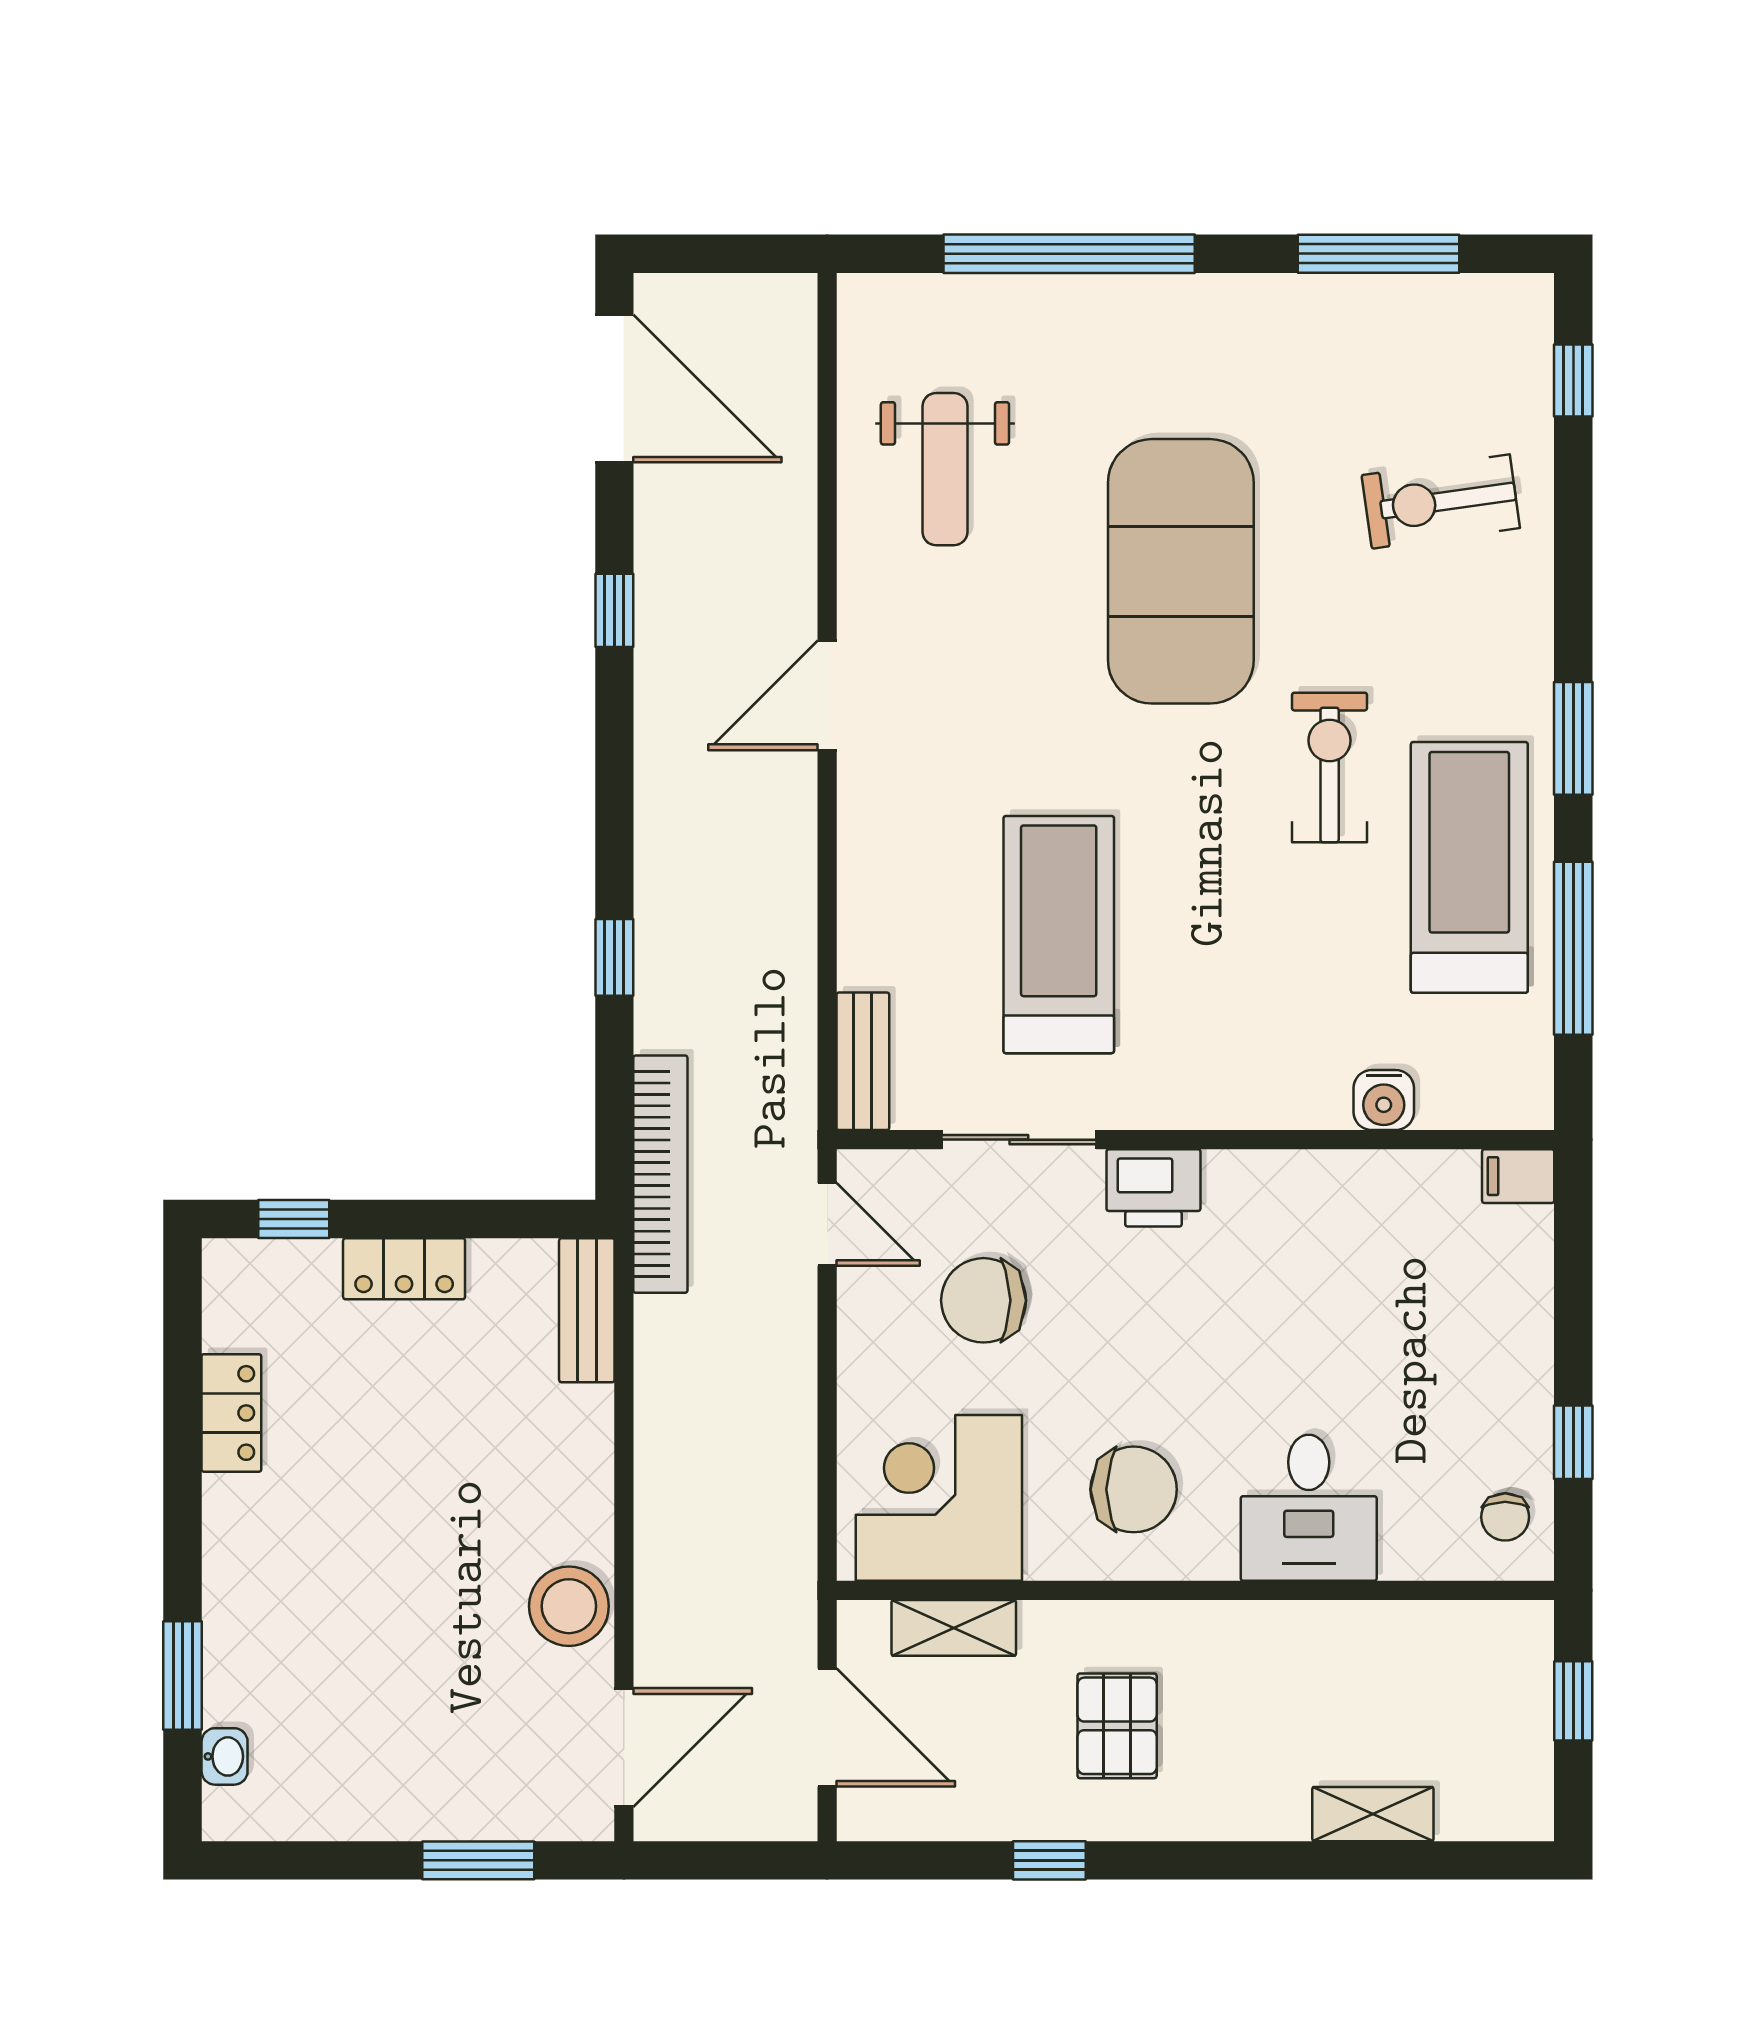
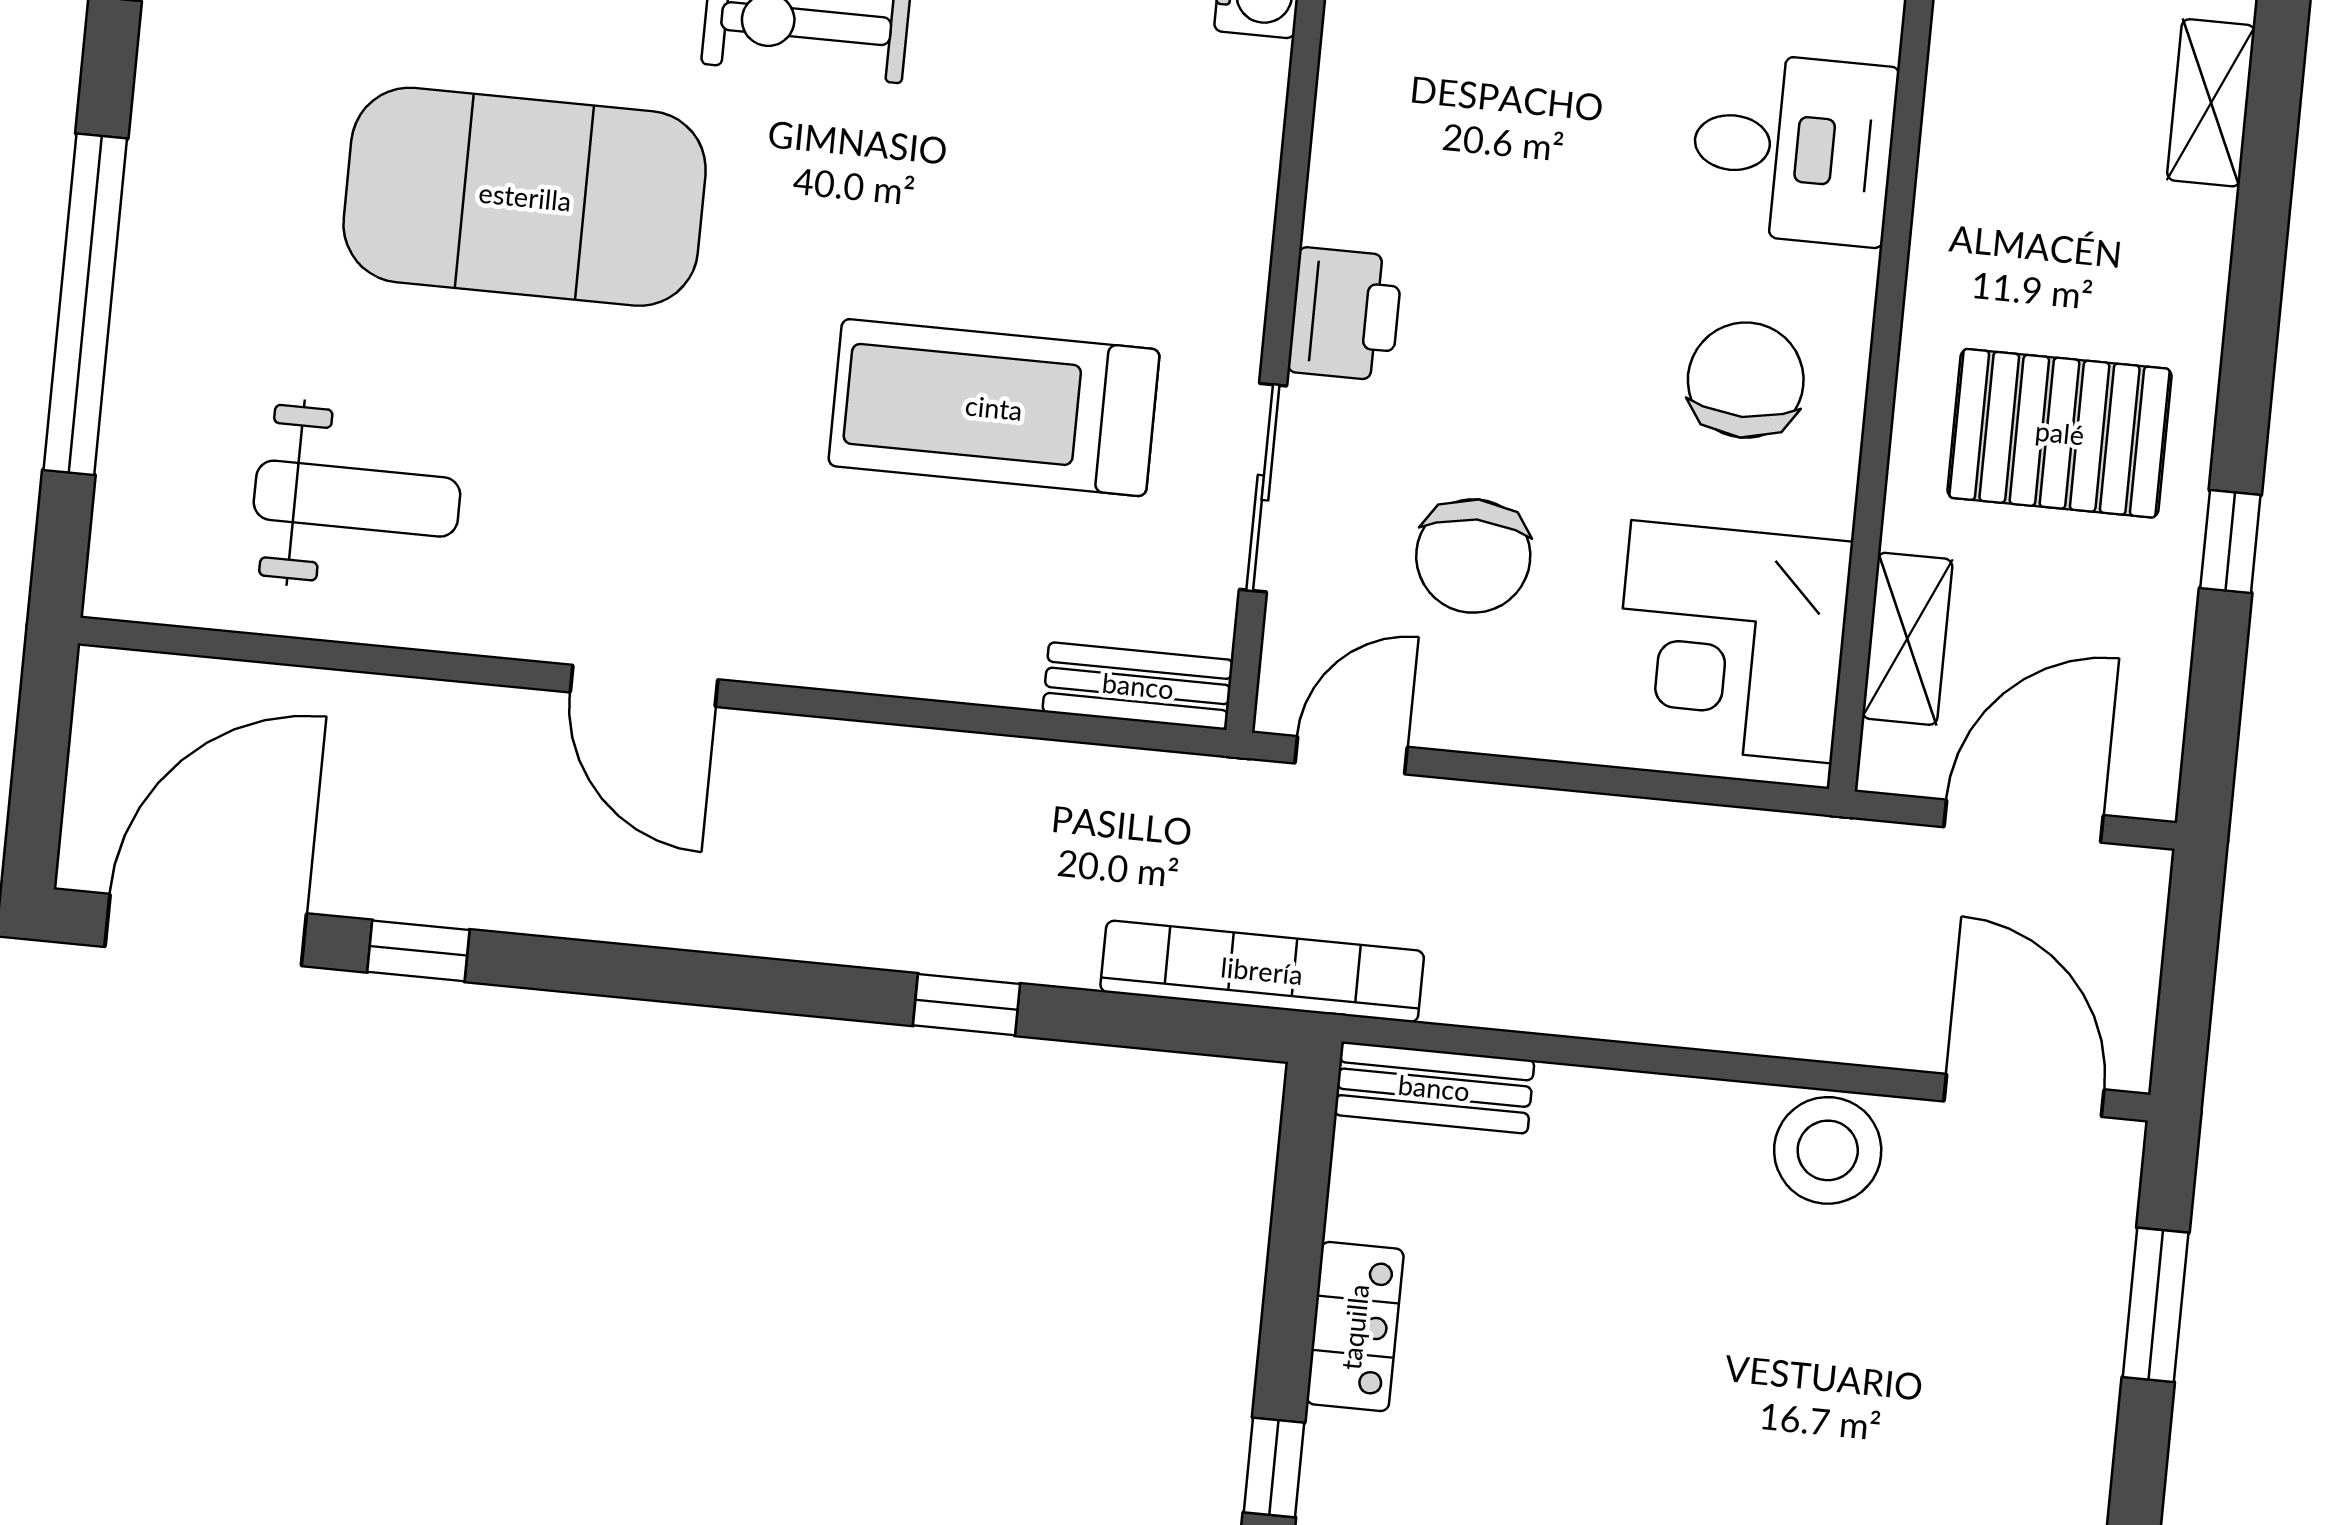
window: (614, 610) -> (418, 951), moved
pallet: (1117, 1726) -> (2060, 433), width x1.50, depth x1.42

